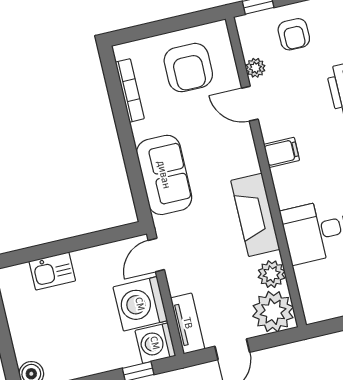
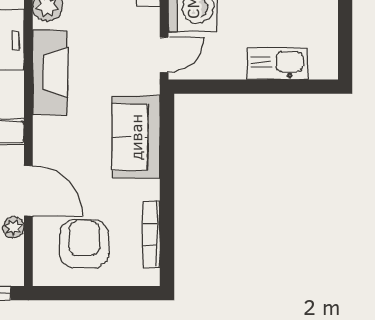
door: (250, 104) -> (28, 191), width x1.38
kitchen sink: (52, 271) -> (277, 63), width x1.38

